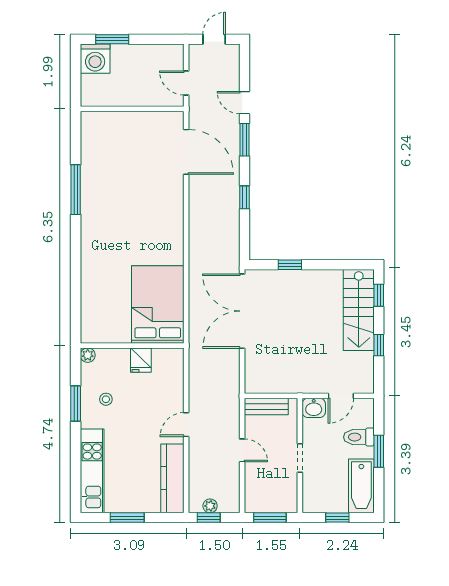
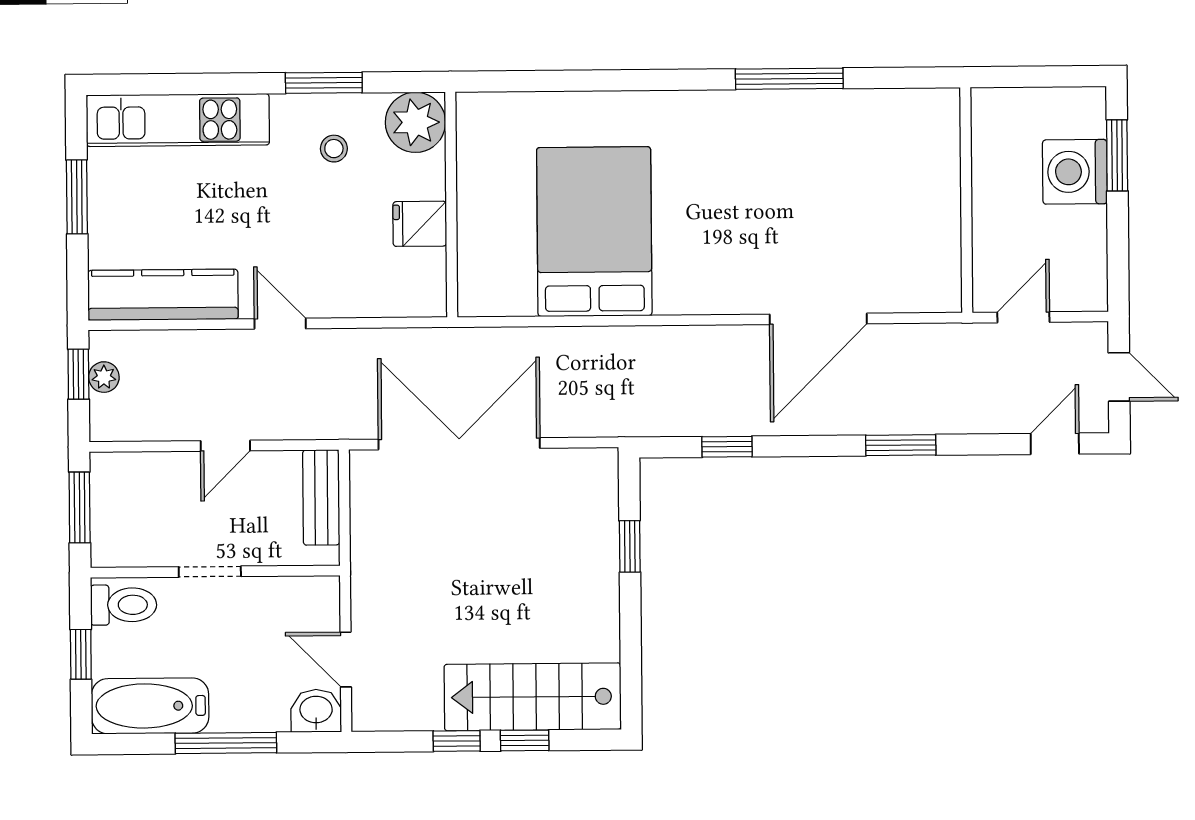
washing machine: (95, 59) -> (1075, 172), moved
door: (245, 103) -> (1055, 444), moved
door: (186, 152) -> (818, 319), moved
window: (245, 197) -> (727, 447), moved
window: (379, 295) -> (525, 740), moved
bed: (158, 304) -> (594, 232), moved, turned -90
double door: (242, 311) -> (459, 444), moved
plant: (88, 355) -> (415, 122), width x1.88, depth x1.88
washbasin: (314, 408) -> (316, 711), moved, turned 90
toilet: (359, 437) -> (124, 605), moved, turned 90
window: (379, 451) -> (226, 743), width x1.44

